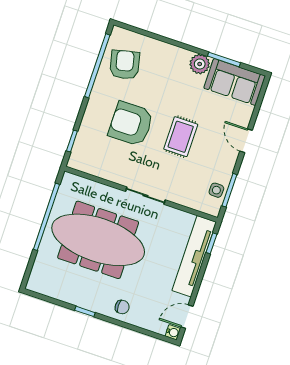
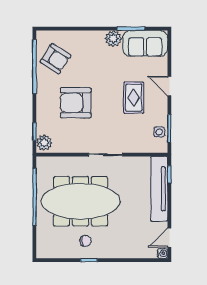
armchair: (125, 65) -> (55, 59), turned 136
rug: (181, 137) -> (134, 98), moved
plant: (79, 158) -> (44, 143), added
chair: (122, 307) -> (85, 241), moved

